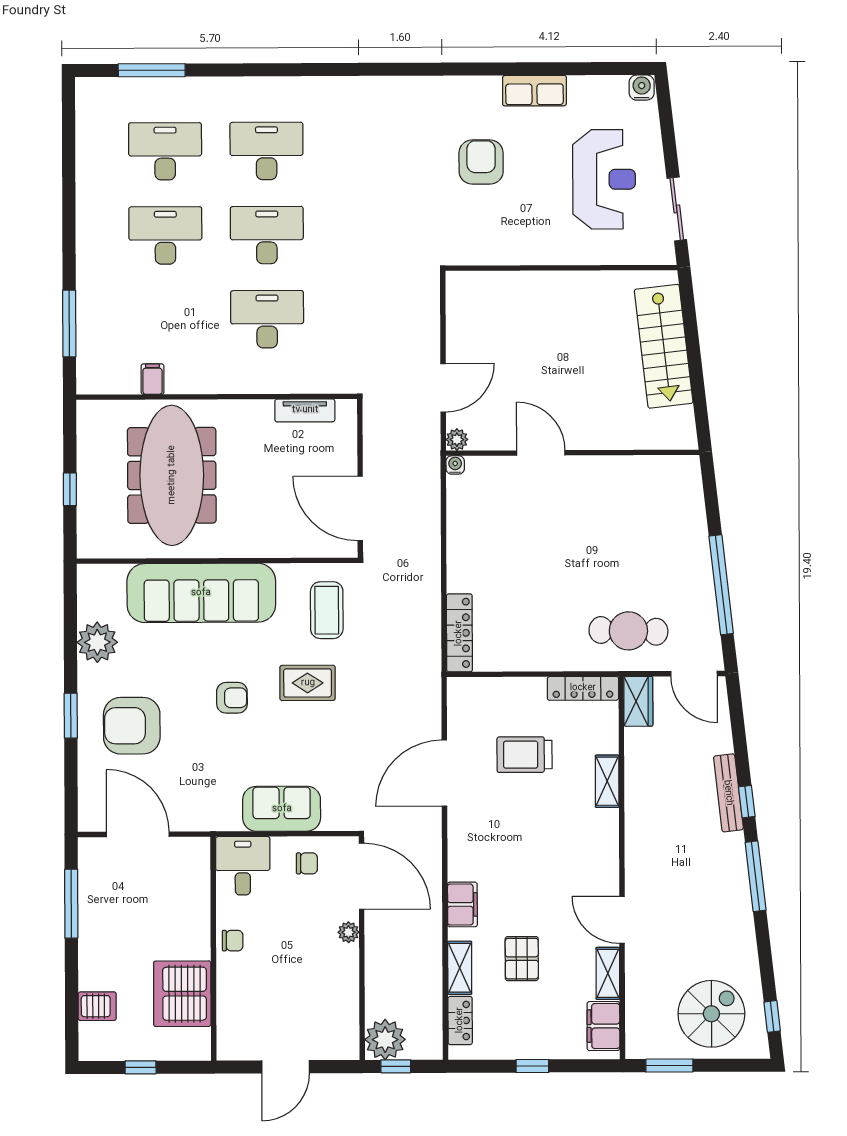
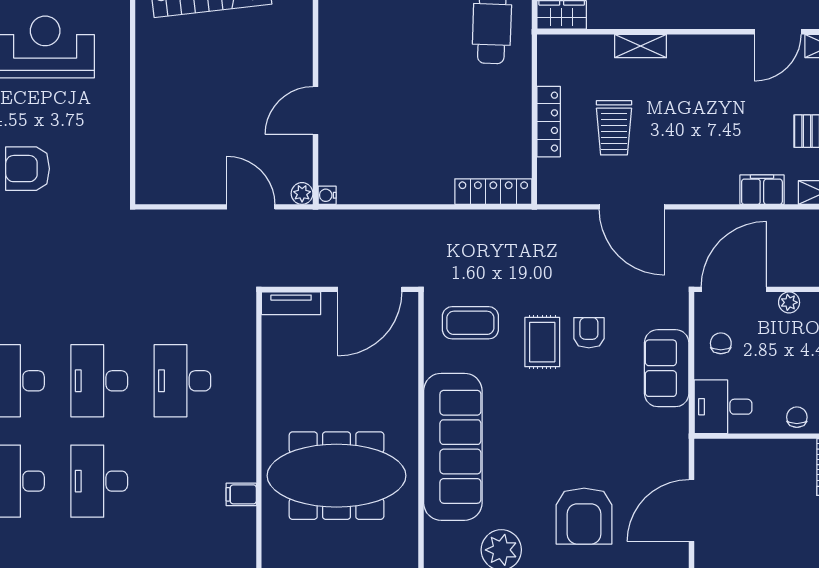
tv unit: (305, 410) -> (291, 303), moved, turned 90
locker: (583, 688) -> (549, 122), moved
armchair: (232, 698) -> (589, 333), moved

